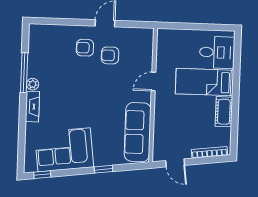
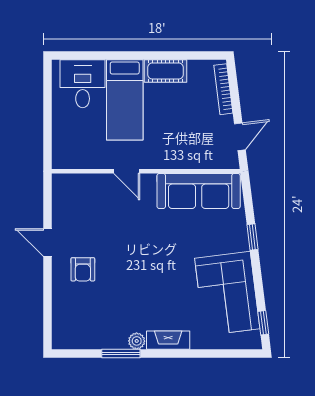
armchair: (110, 55) -> (92, 234), removed
window: (24, 73) -> (121, 353), width x0.69

